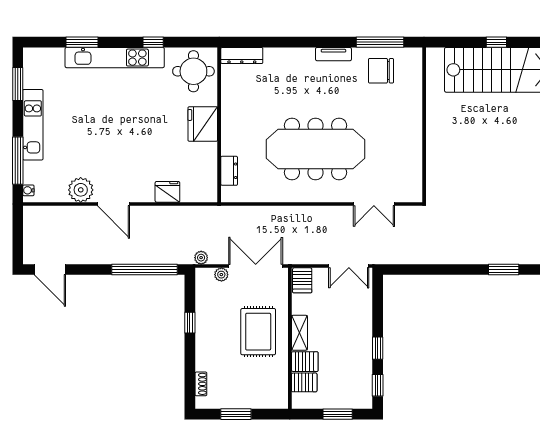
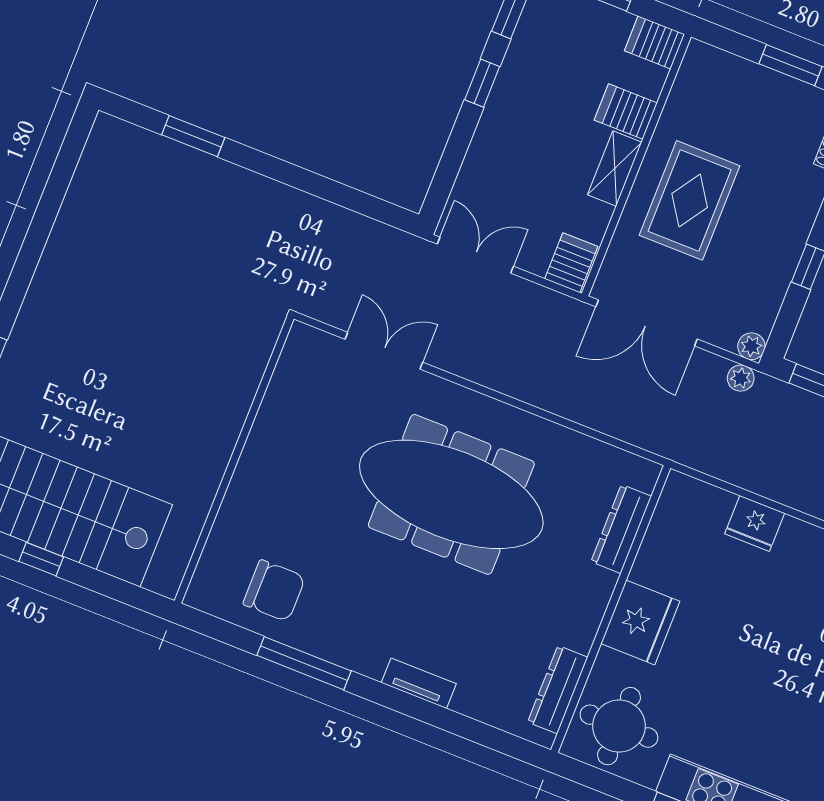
window: (380, 42) -> (304, 663), moved
tv unit: (333, 54) -> (419, 683), moved
dresser: (242, 56) -> (558, 690), moved, turned -90
dresser: (229, 171) -> (621, 529), width x1.44
plant: (221, 275) -> (751, 346), moved
server rack: (304, 382) -> (654, 42), moved

